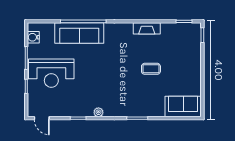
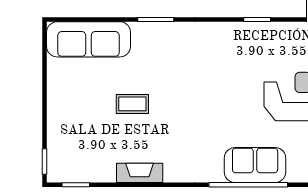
sofa: (79, 33) -> (255, 165), width x0.73
sofa: (183, 107) -> (89, 39), width x1.36
plant: (98, 112) -> (222, 30), removed

